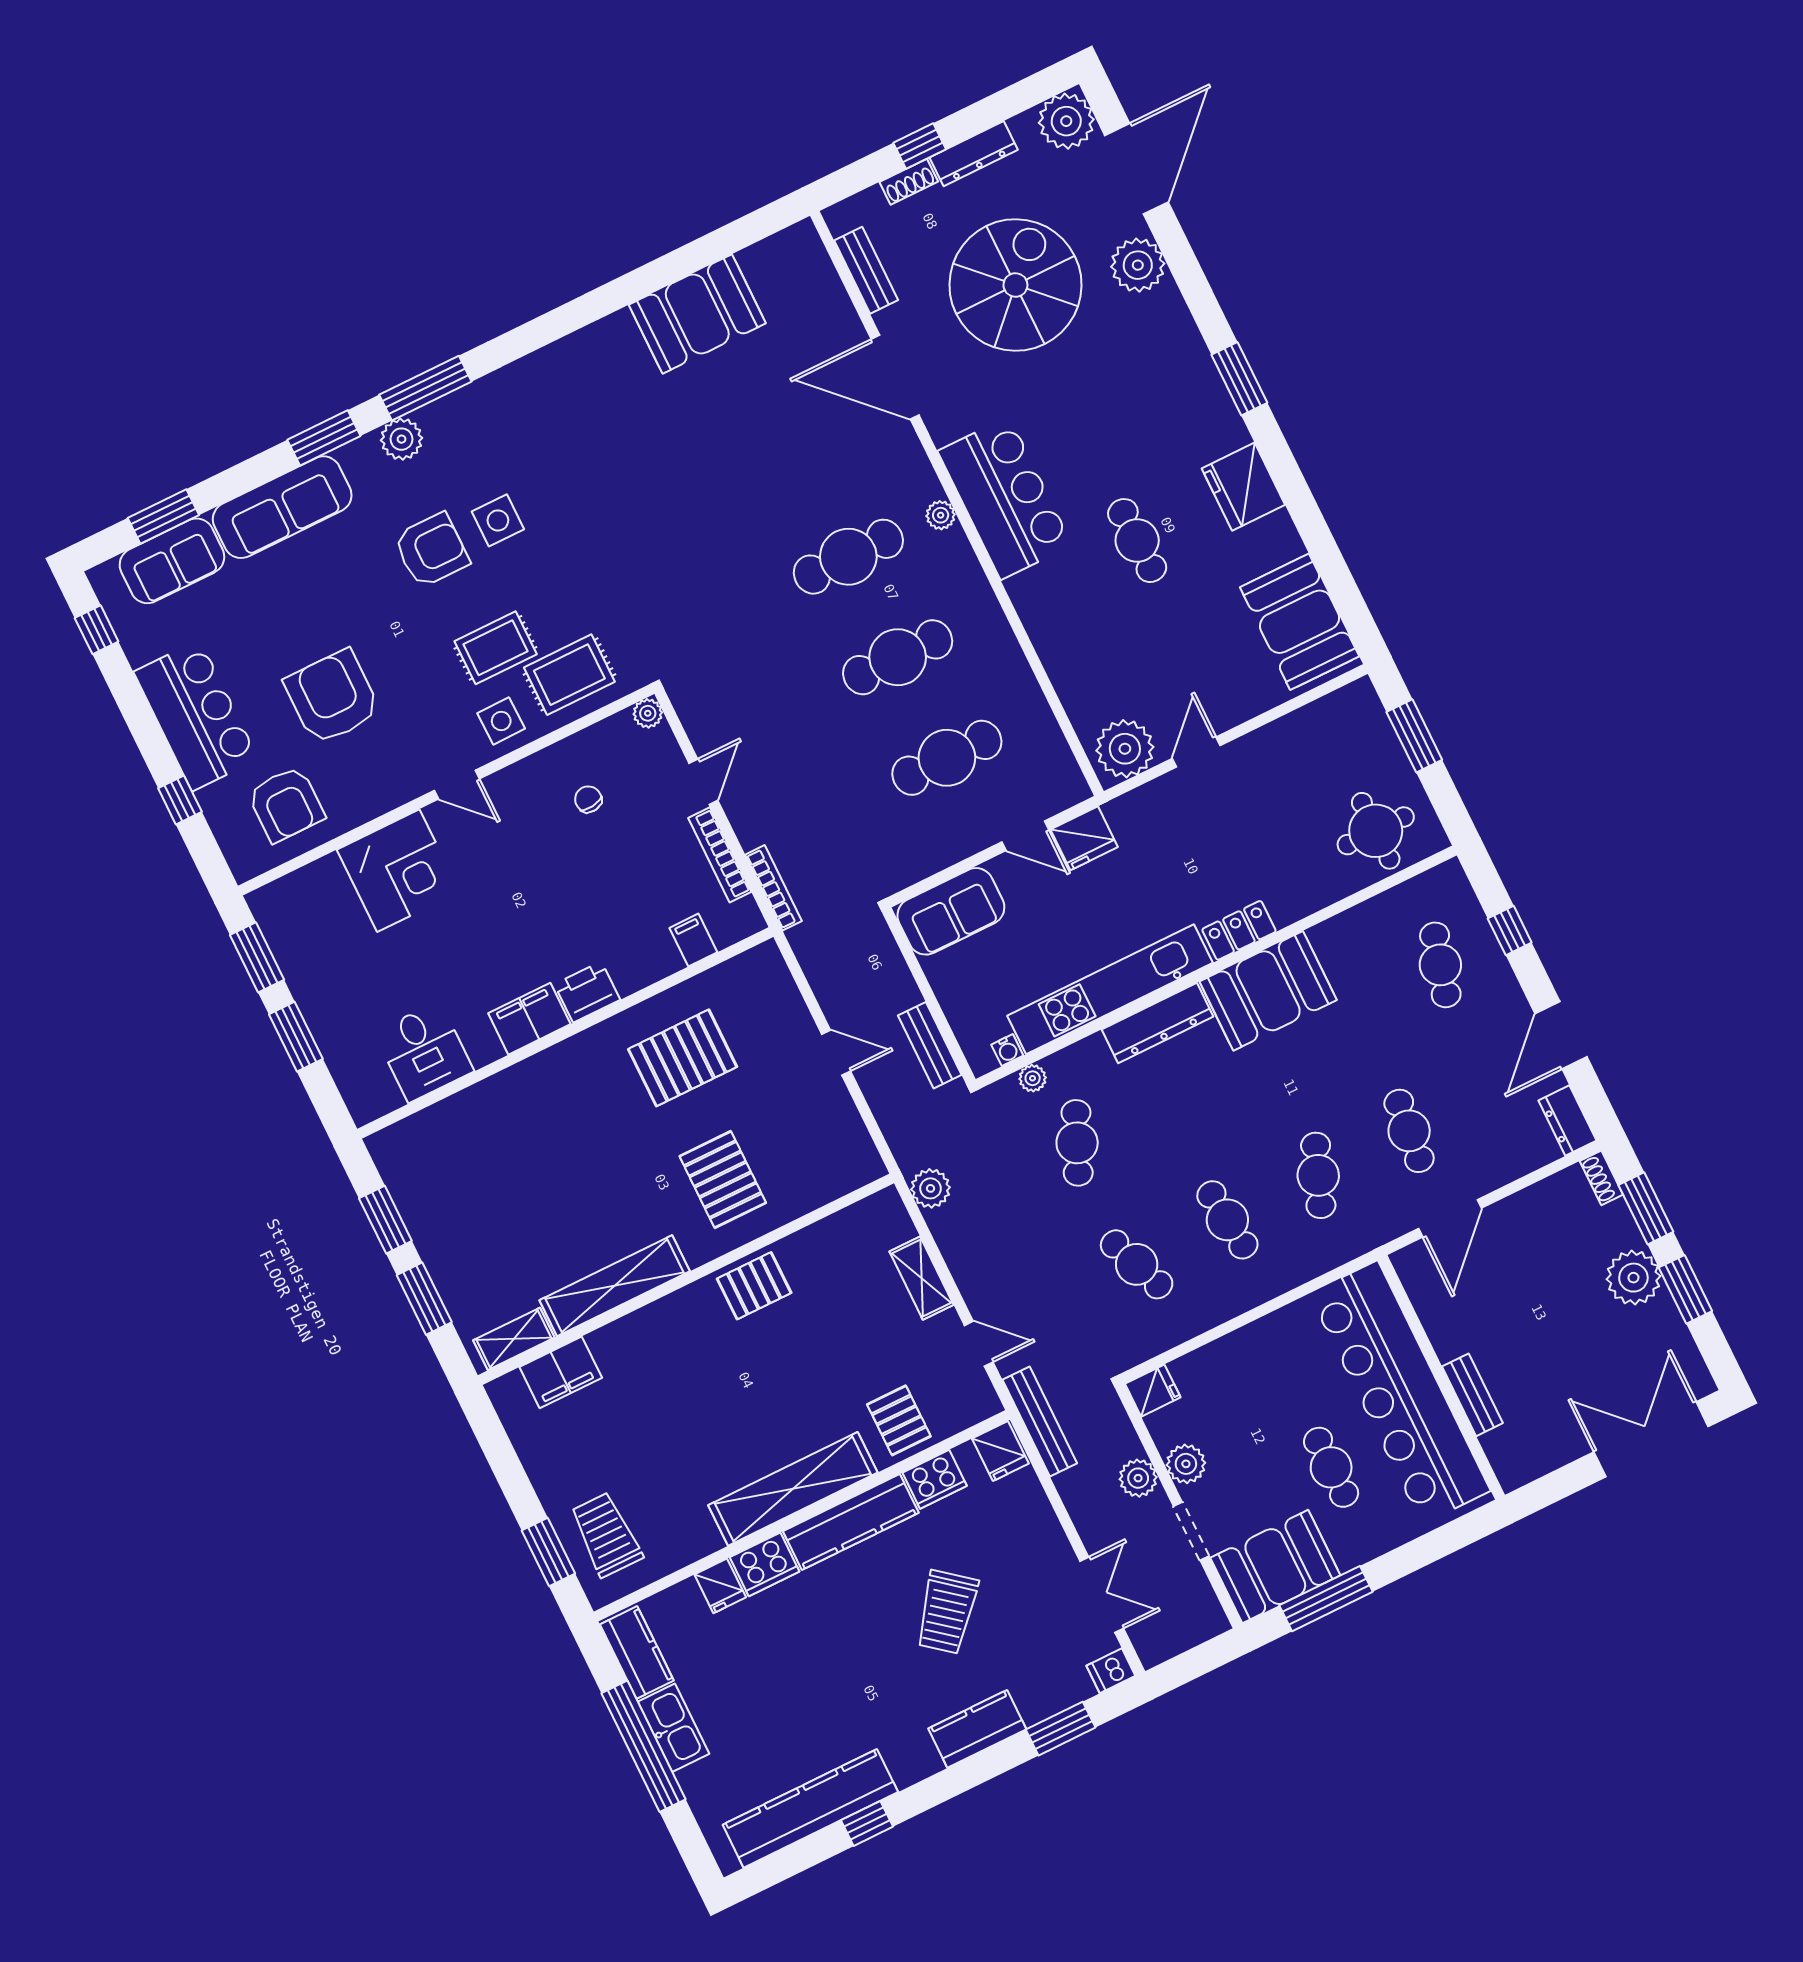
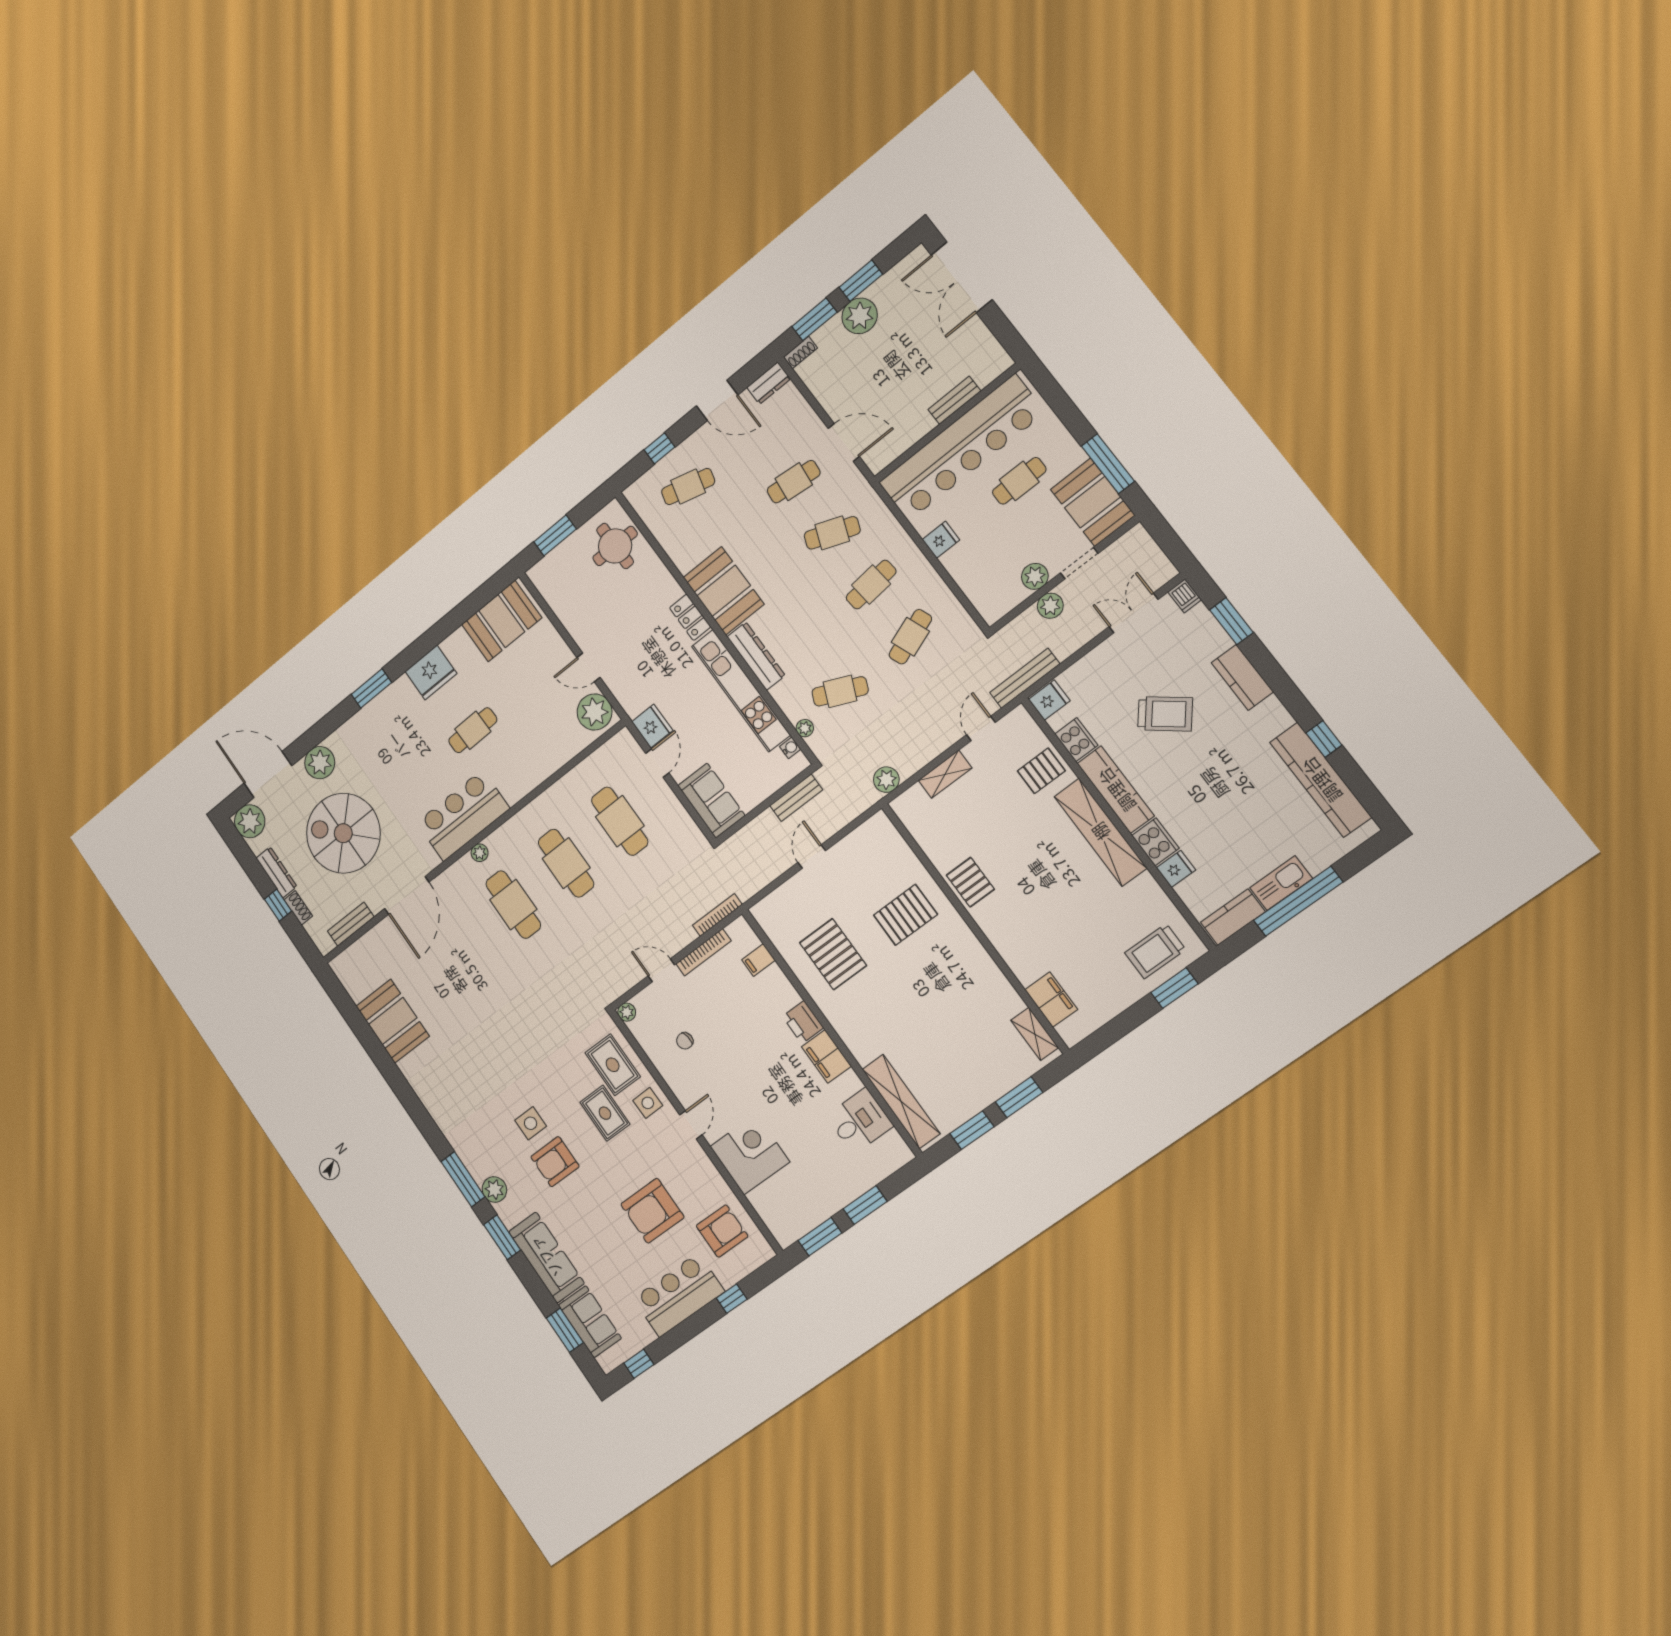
armchair: (431, 550) -> (555, 1162), turned -90
shelving: (615, 1286) -> (901, 1101), moved
fridge: (1153, 1391) -> (941, 540), moved, turned 90

